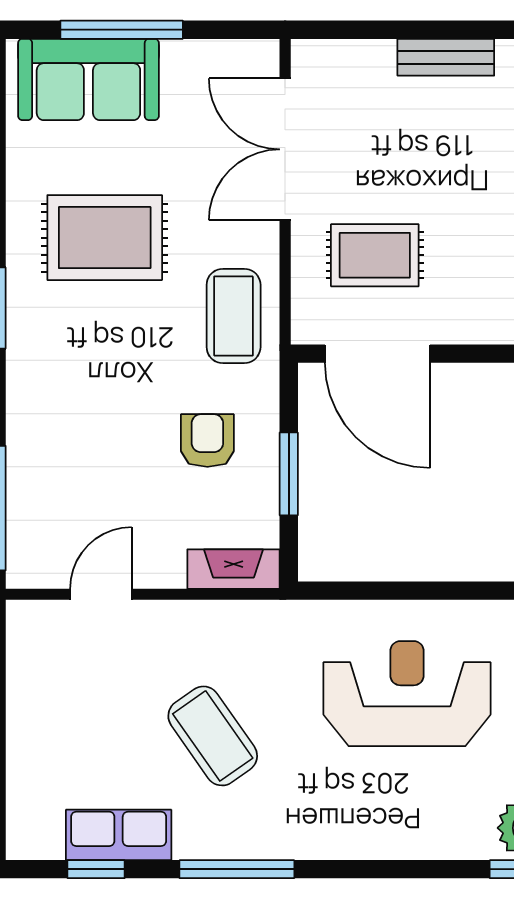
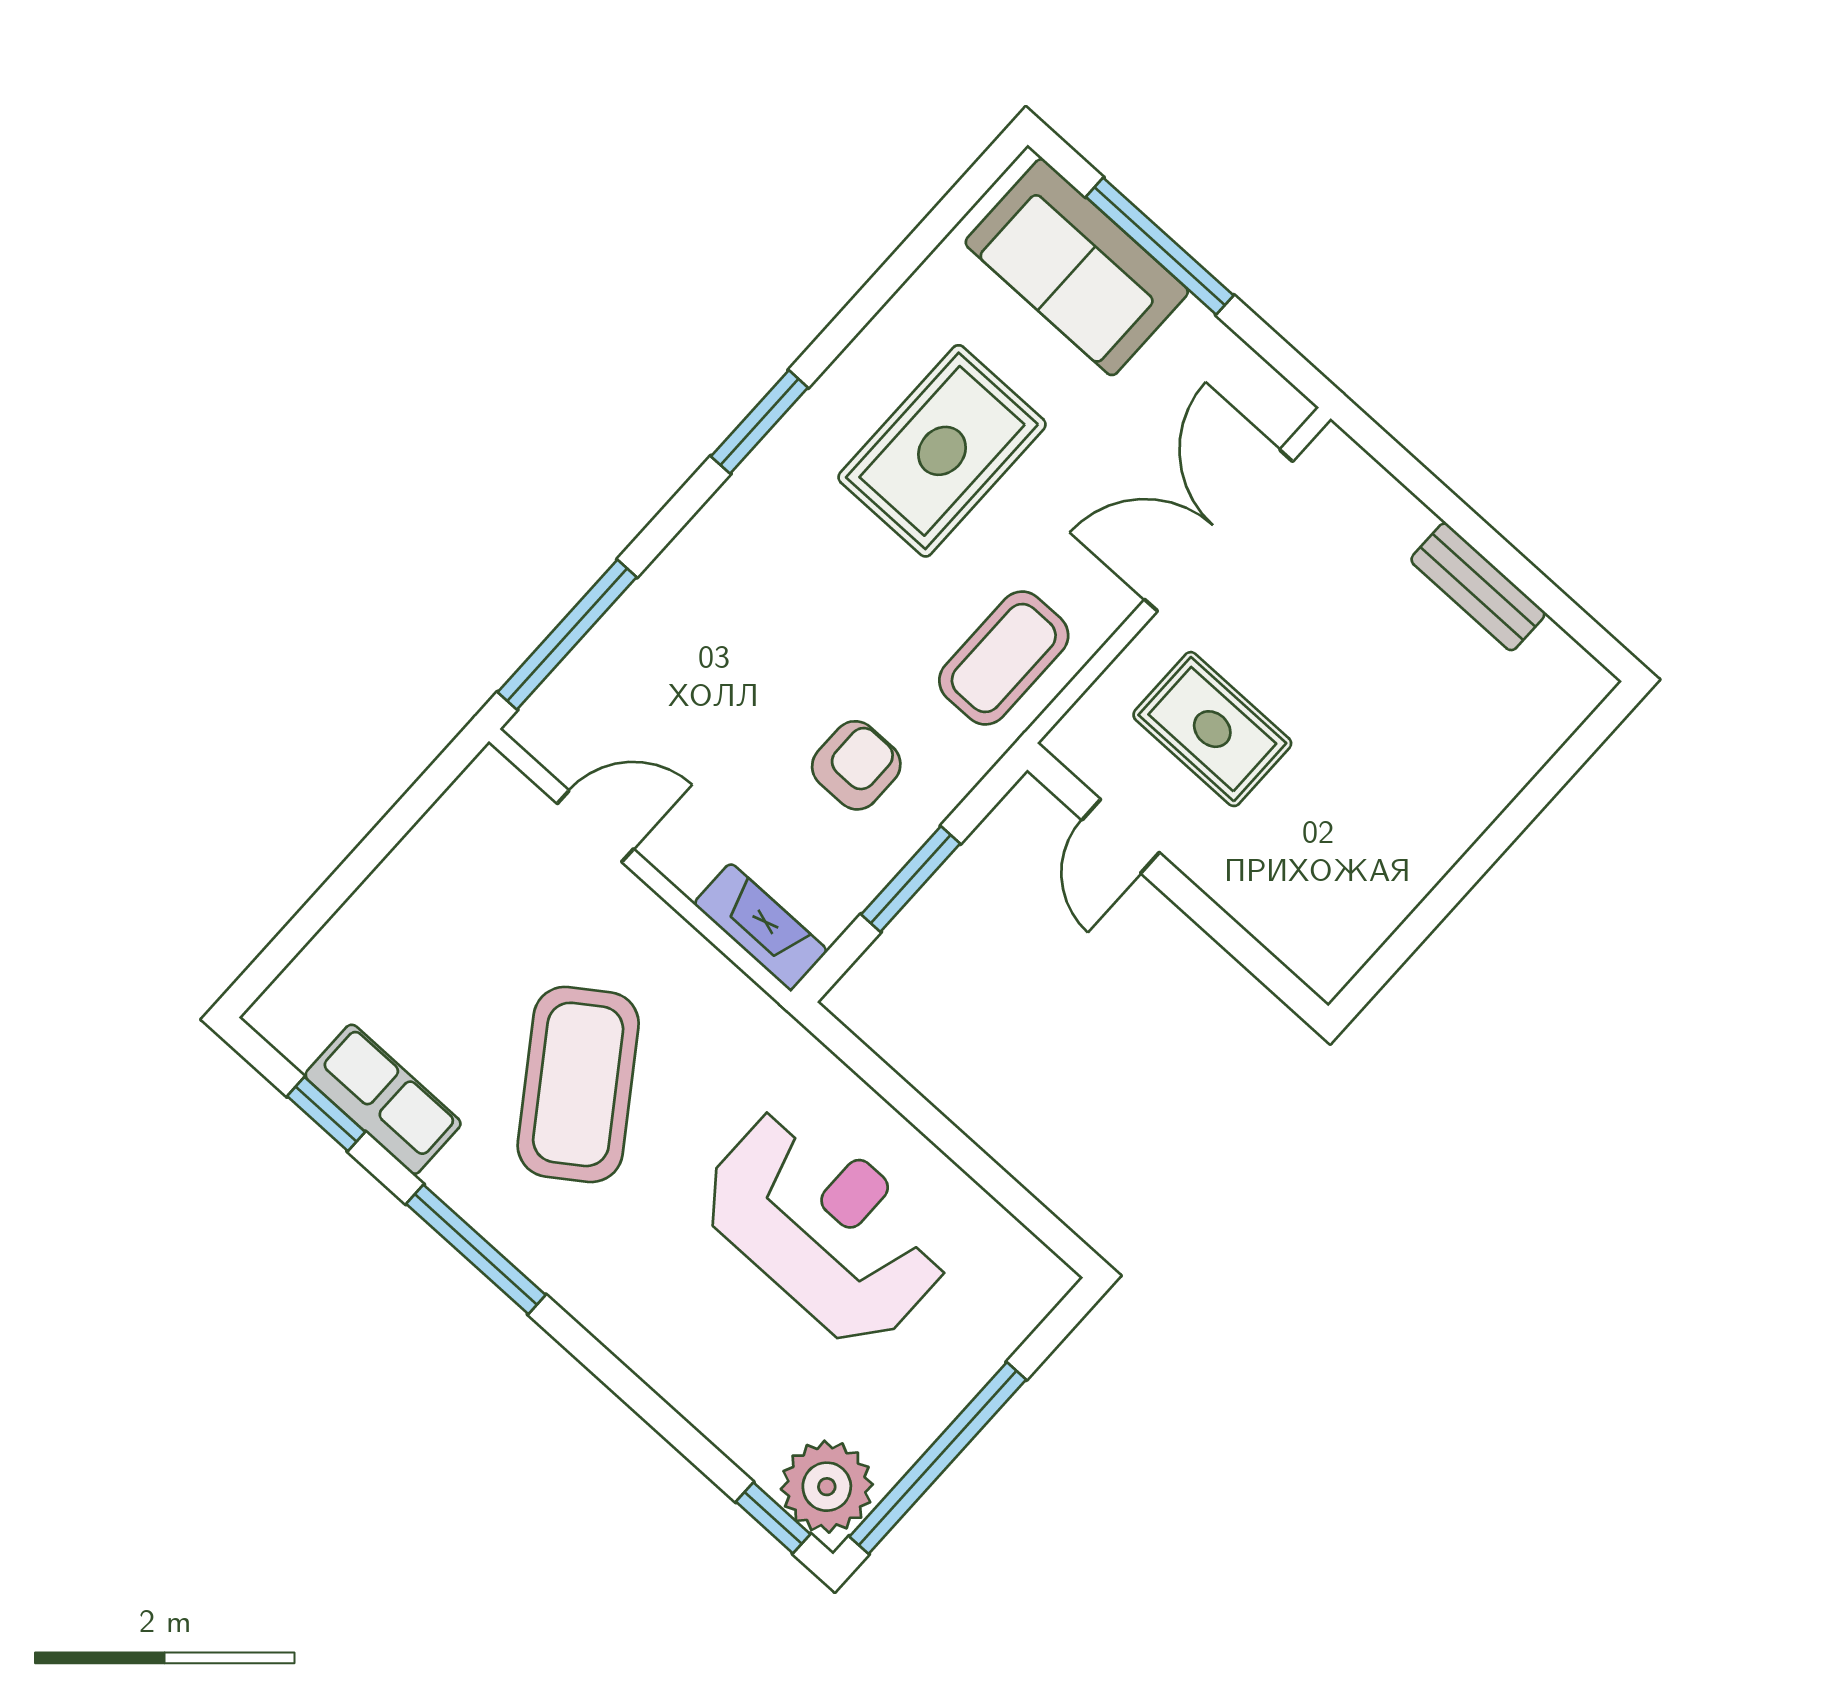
rug: (105, 238) -> (942, 451), turned 90
door: (377, 354) -> (1121, 836), width x0.53
coffee table: (213, 736) -> (578, 1084), width x1.36, depth x1.32

